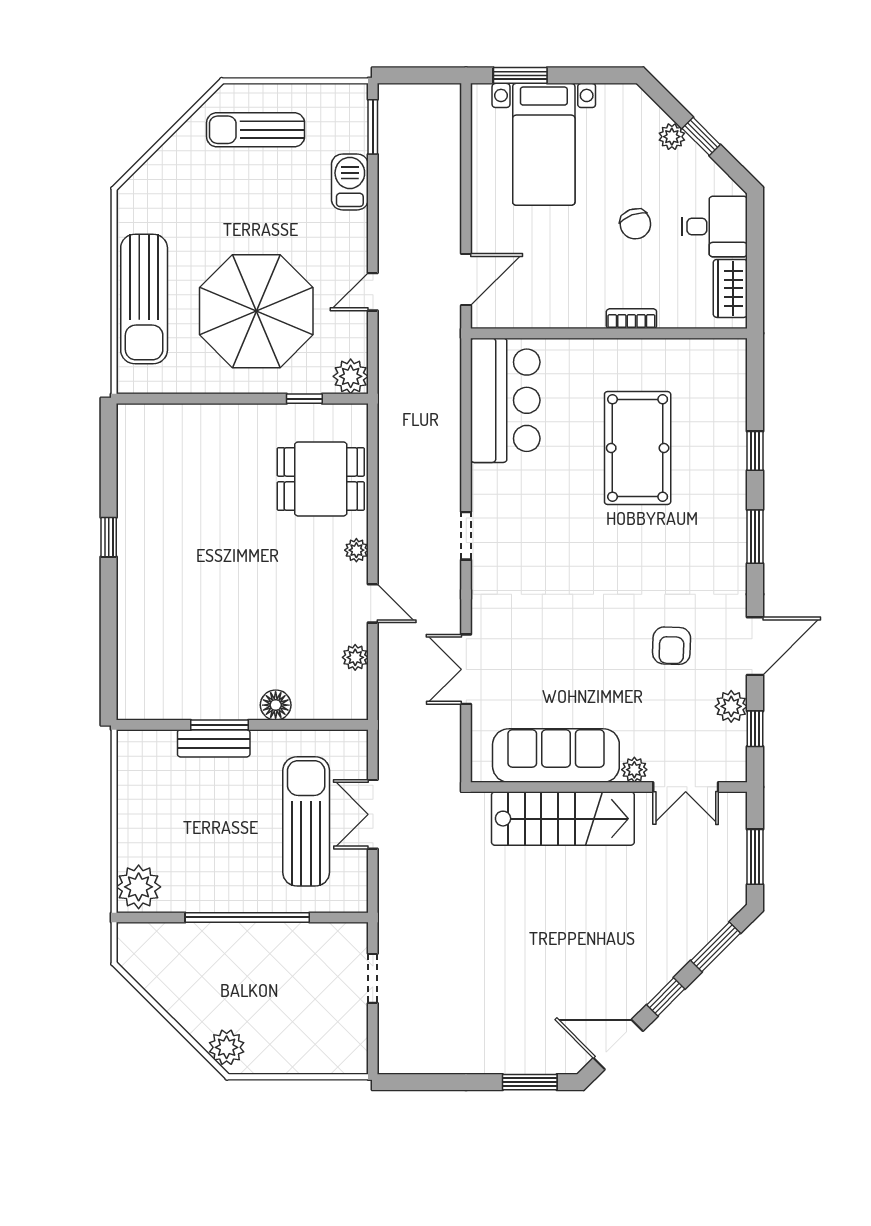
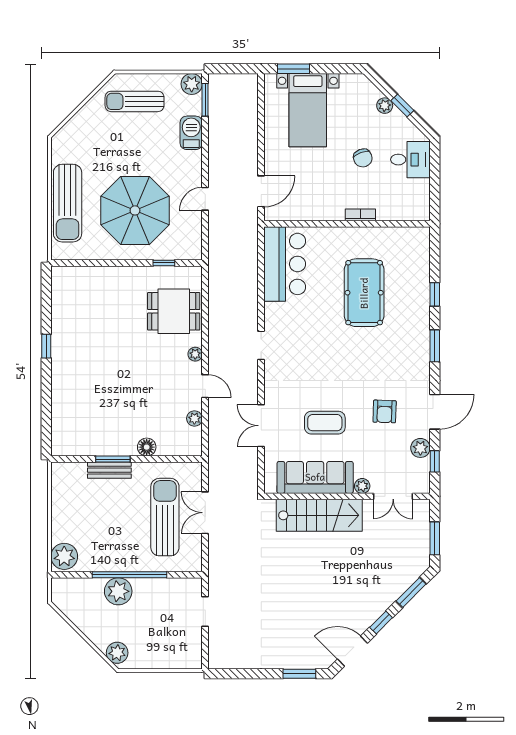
wardrobe: (730, 288) -> (420, 197), removed
plant: (351, 376) -> (192, 84), moved
coffee table: (572, 664) -> (325, 423), added
plant: (228, 945) -> (118, 591), added

